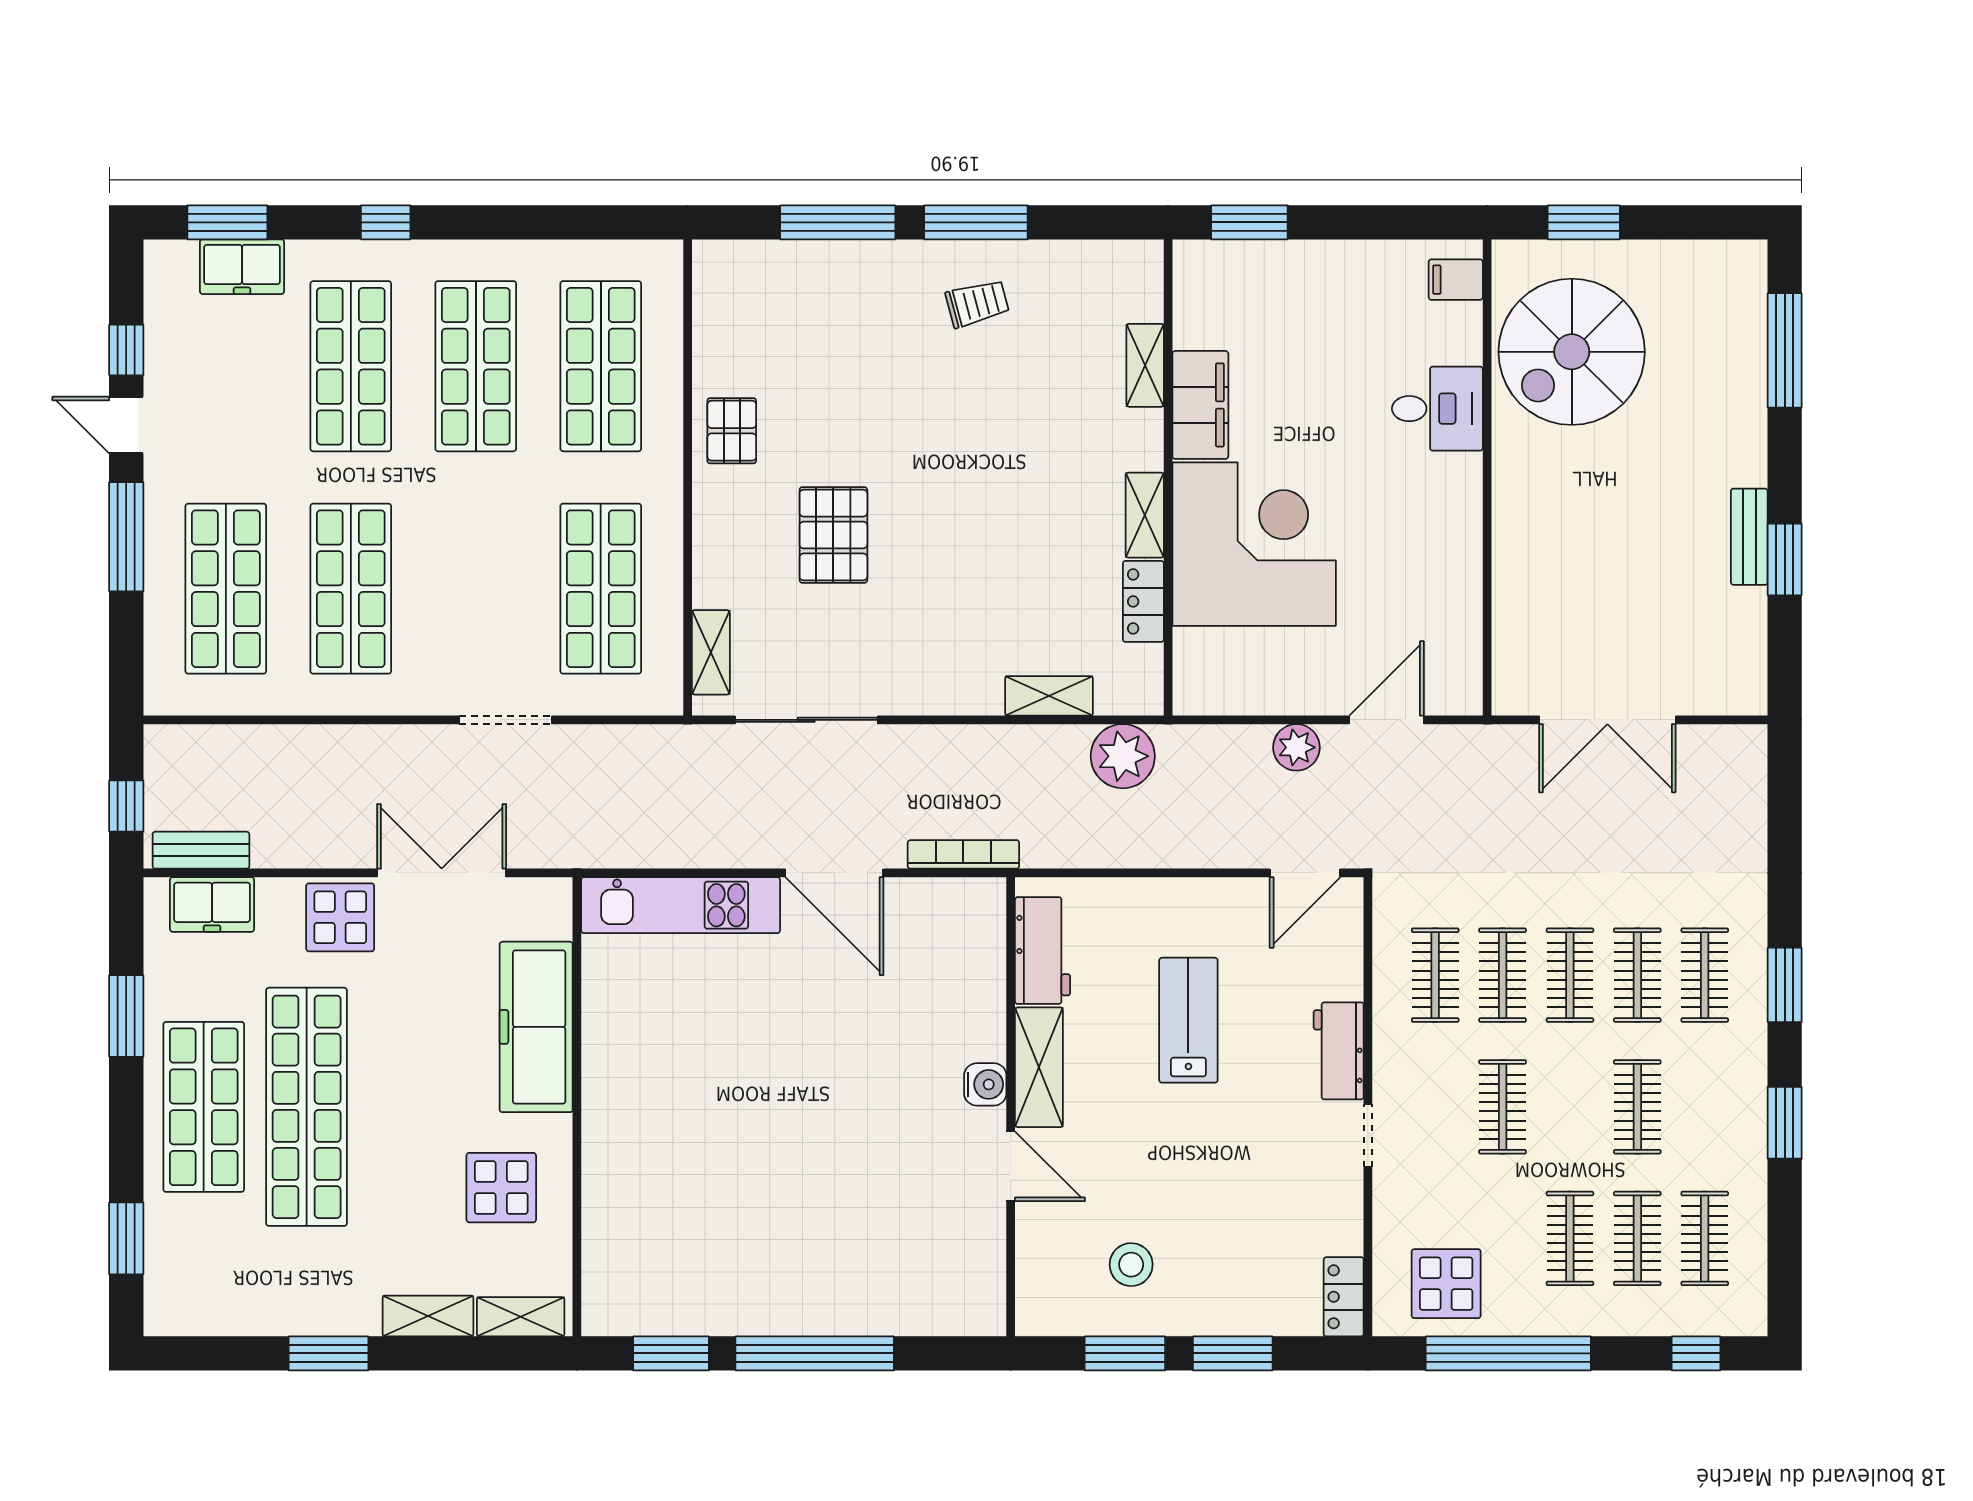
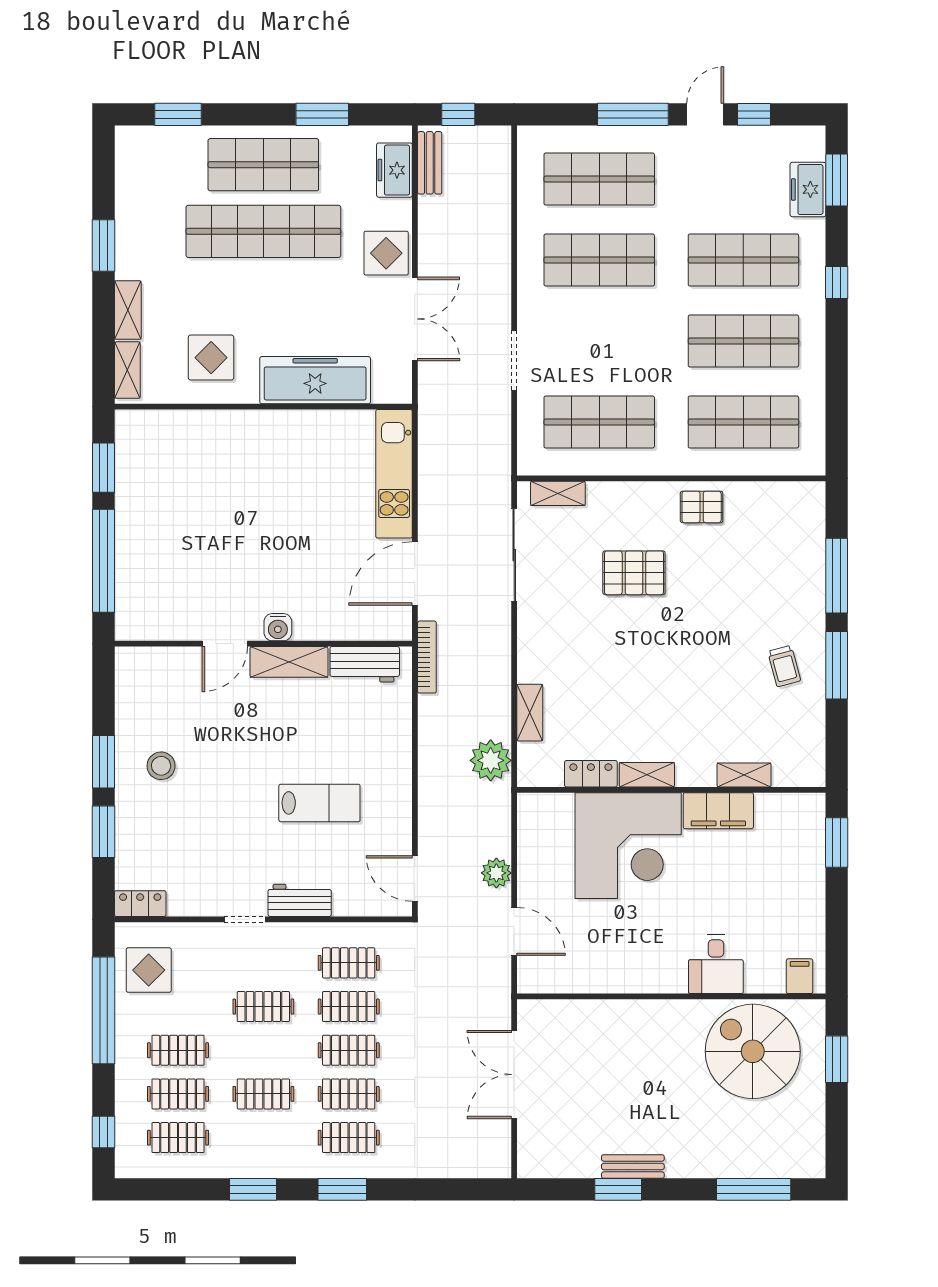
workbench: (1043, 951) -> (365, 664), moved
shelving: (1039, 1067) -> (289, 662), moved
water cooler: (985, 1084) -> (278, 627), moved
wall: (1011, 1107) -> (263, 644), moved
door: (1011, 1166) -> (225, 644), moved

